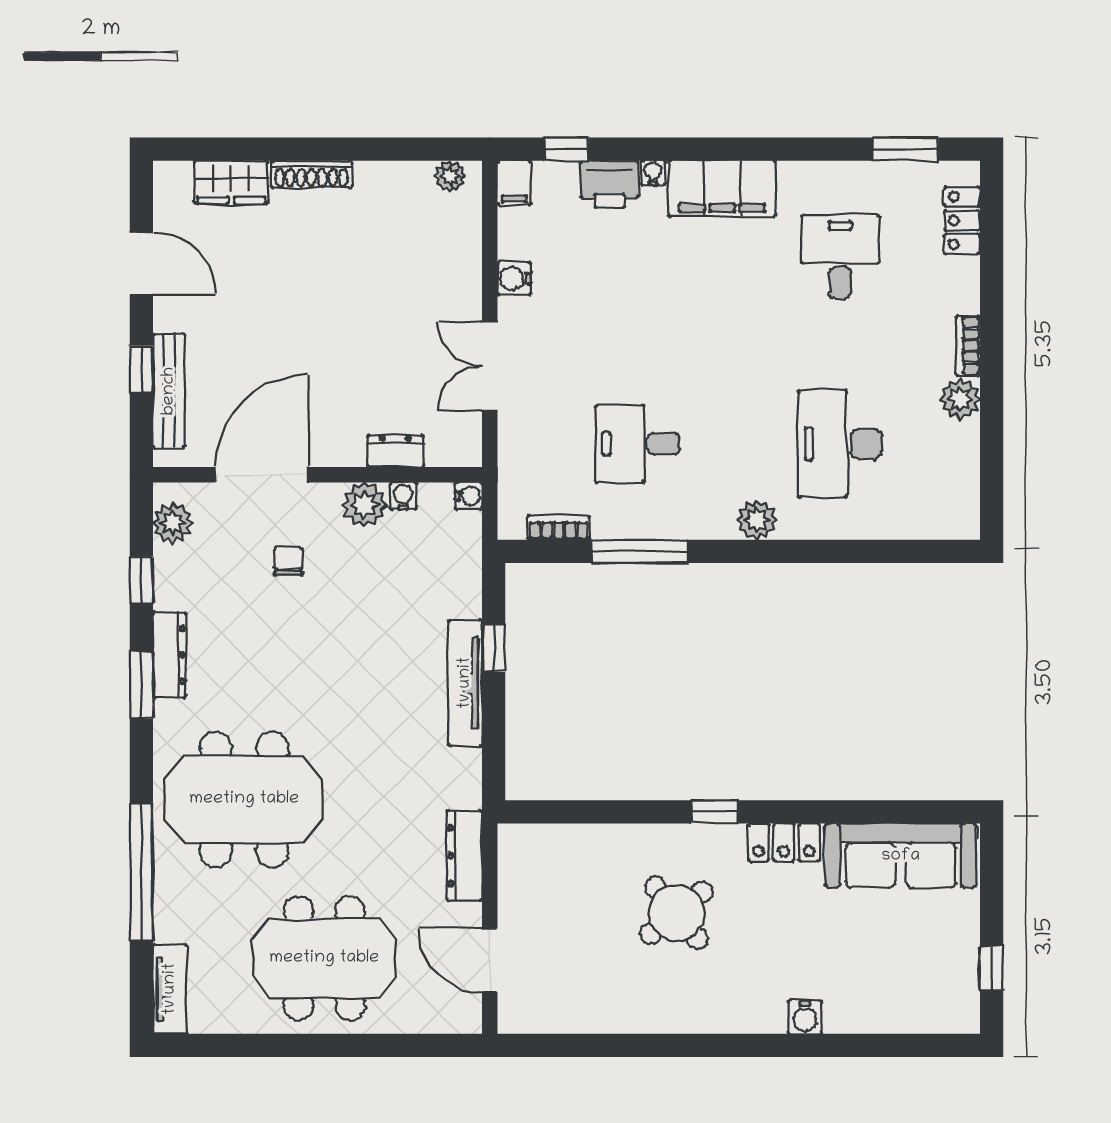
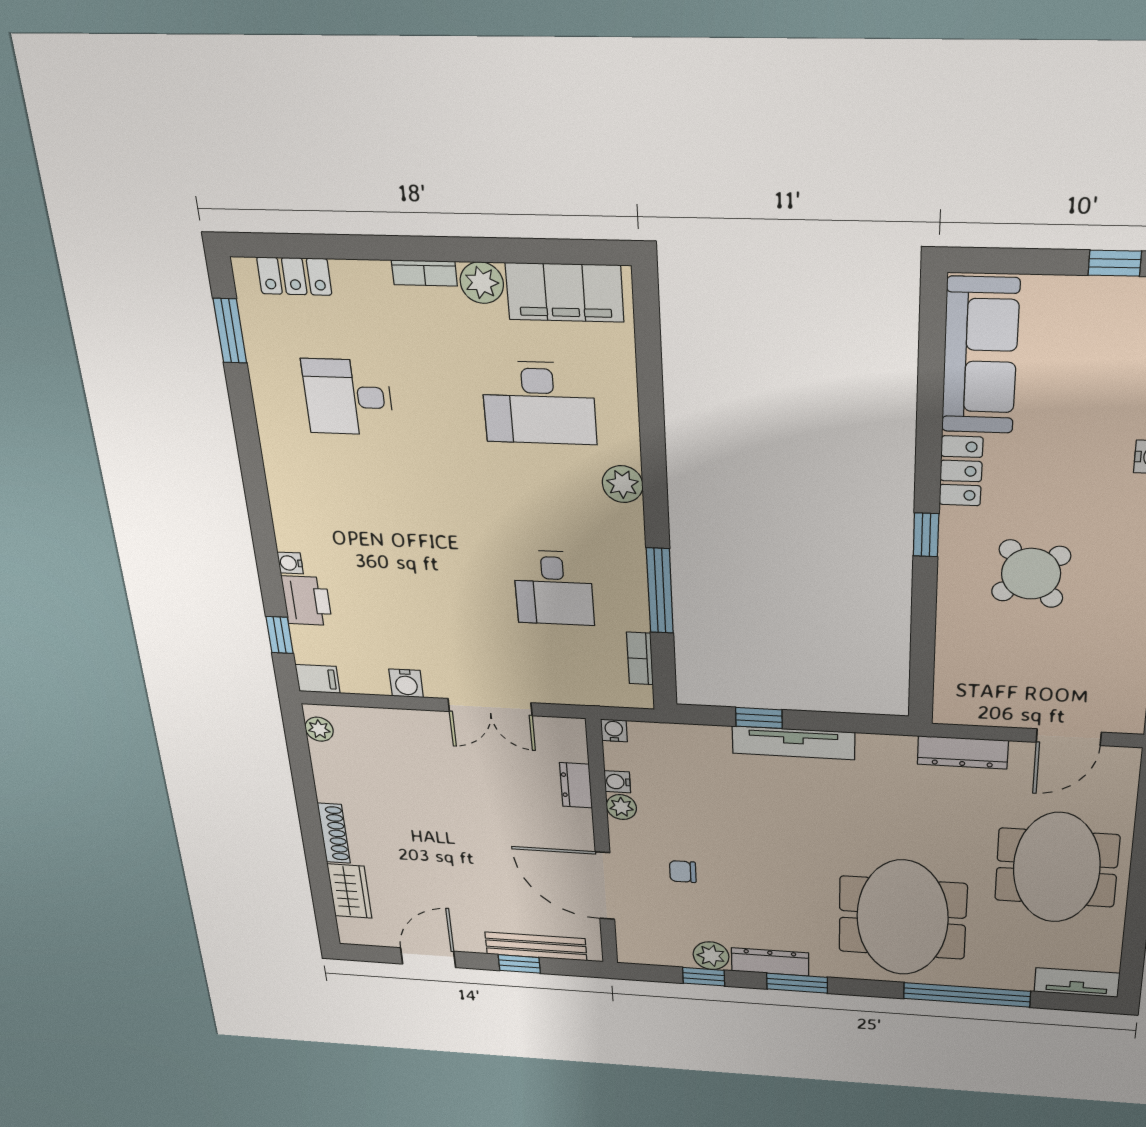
filing cabinet: (722, 188) -> (565, 292), moved, turned 90
plant: (364, 505) -> (621, 807), width x0.73, depth x0.73
plant: (173, 523) -> (711, 956), moved

